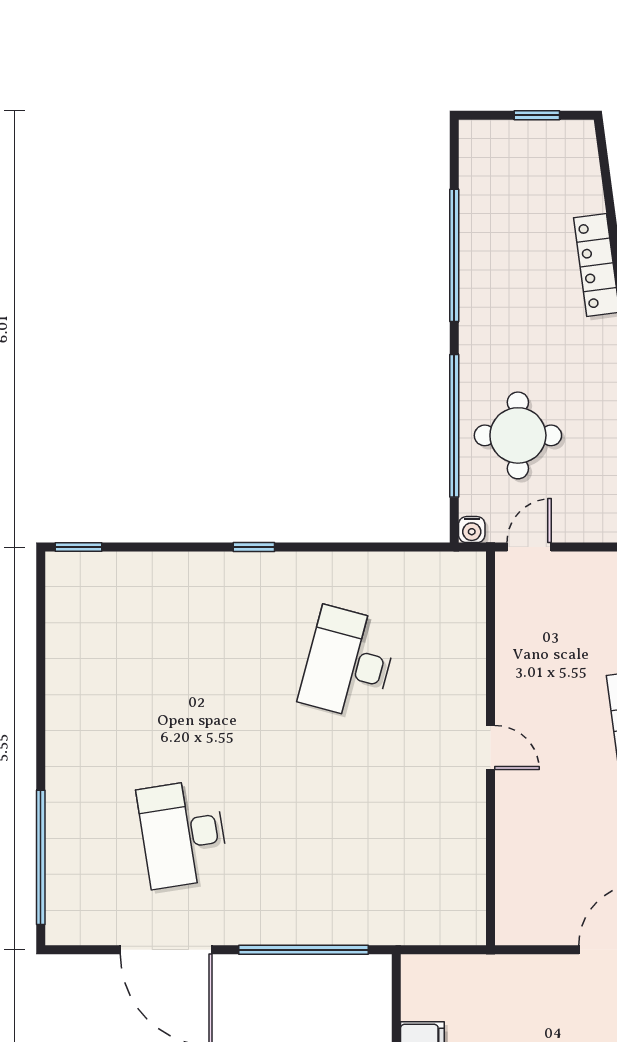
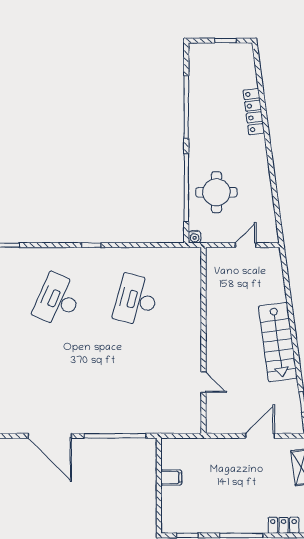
door: (529, 547) -> (246, 245), moved
door: (491, 747) -> (203, 382), moved
desk: (183, 834) -> (58, 300), moved, turned 33

